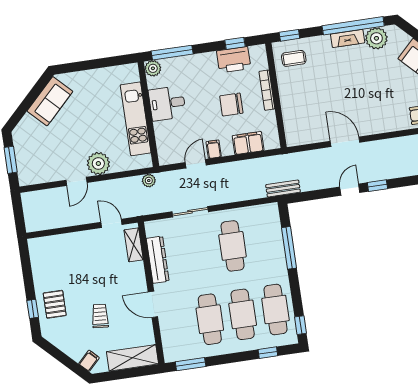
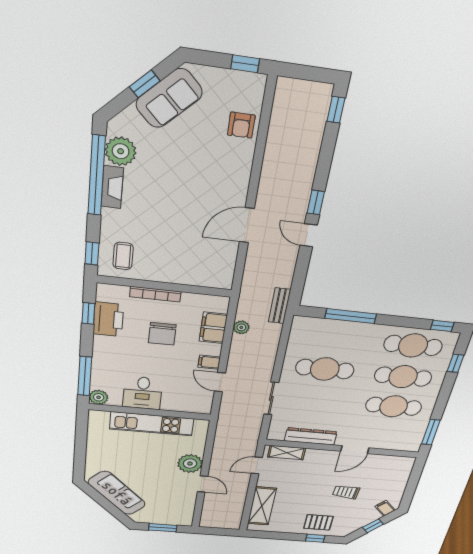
sofa: (50, 101) -> (117, 493), width x1.36
plant: (149, 181) -> (241, 327), moved
window: (63, 358) -> (373, 526), added
shelving: (132, 358) -> (262, 506), moved

